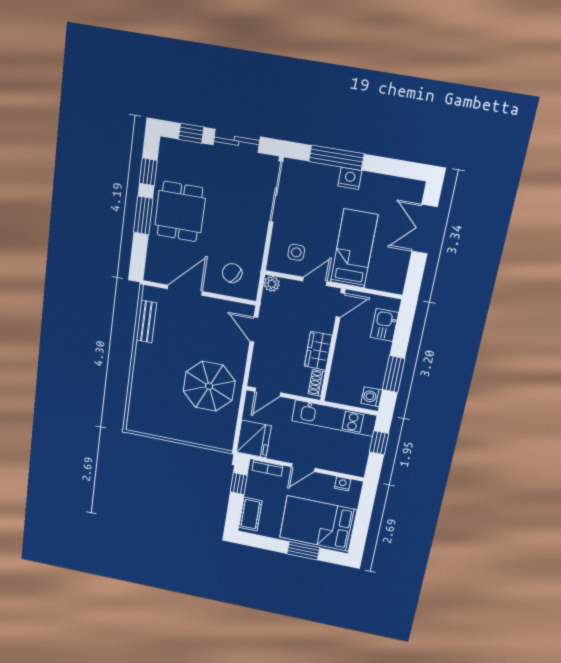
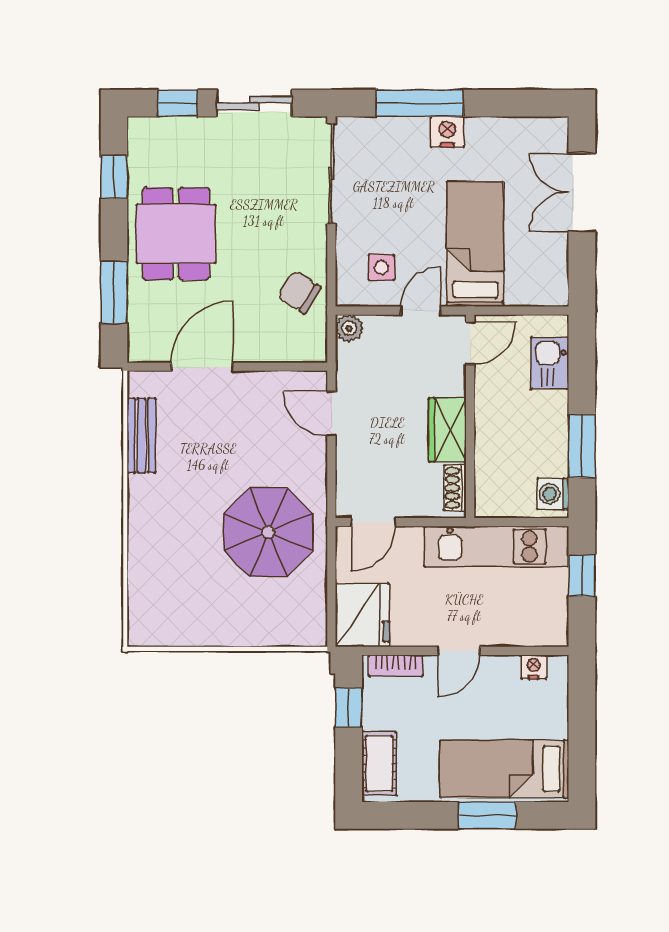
window: (143, 215) -> (114, 292), moved
chair: (232, 273) -> (299, 292), moved
bed: (318, 524) -> (504, 769), width x0.67

